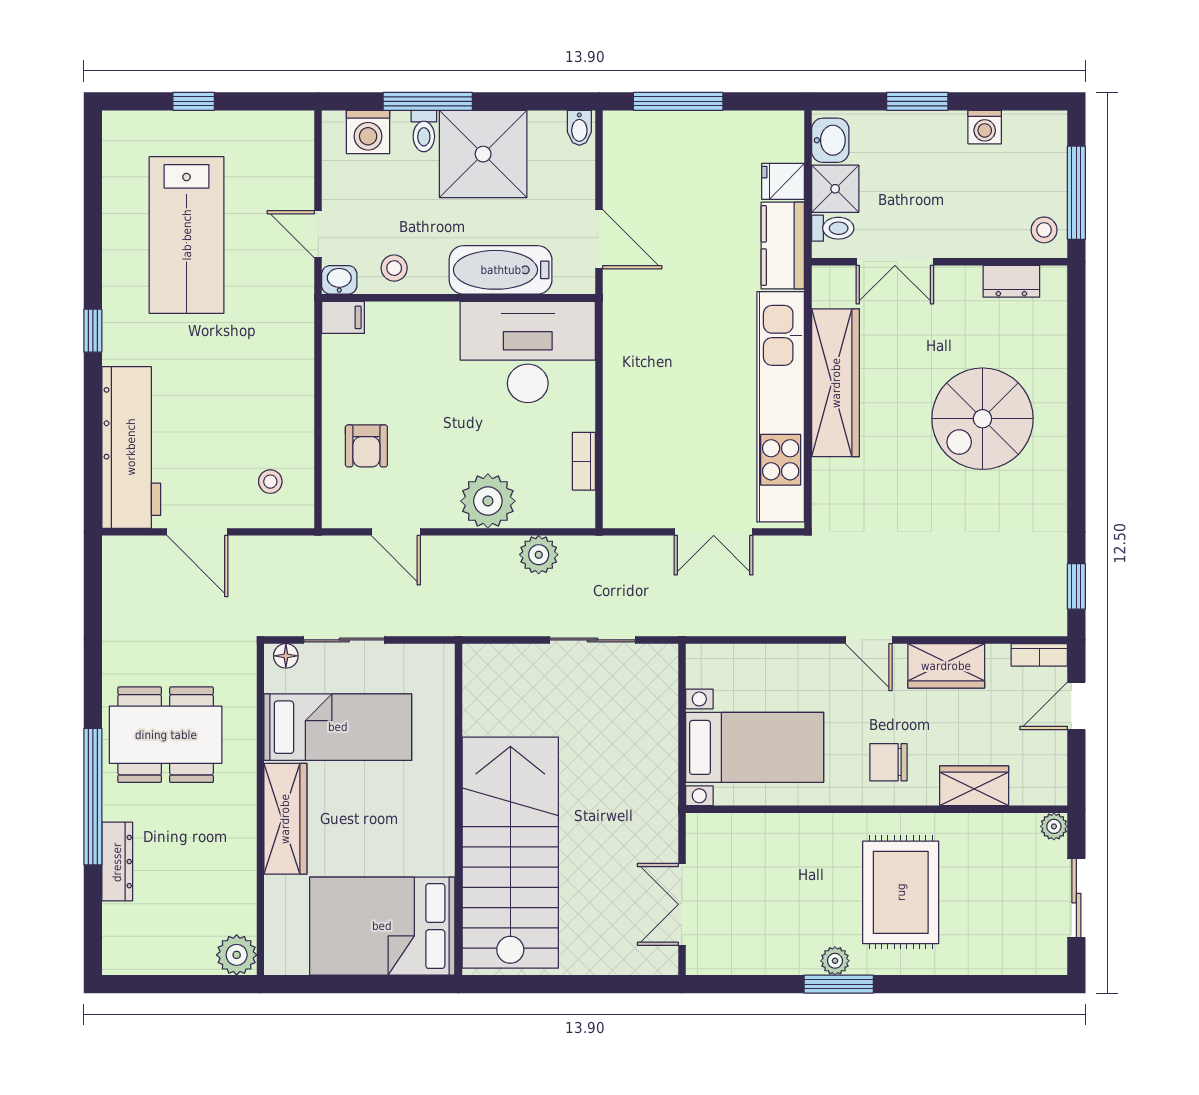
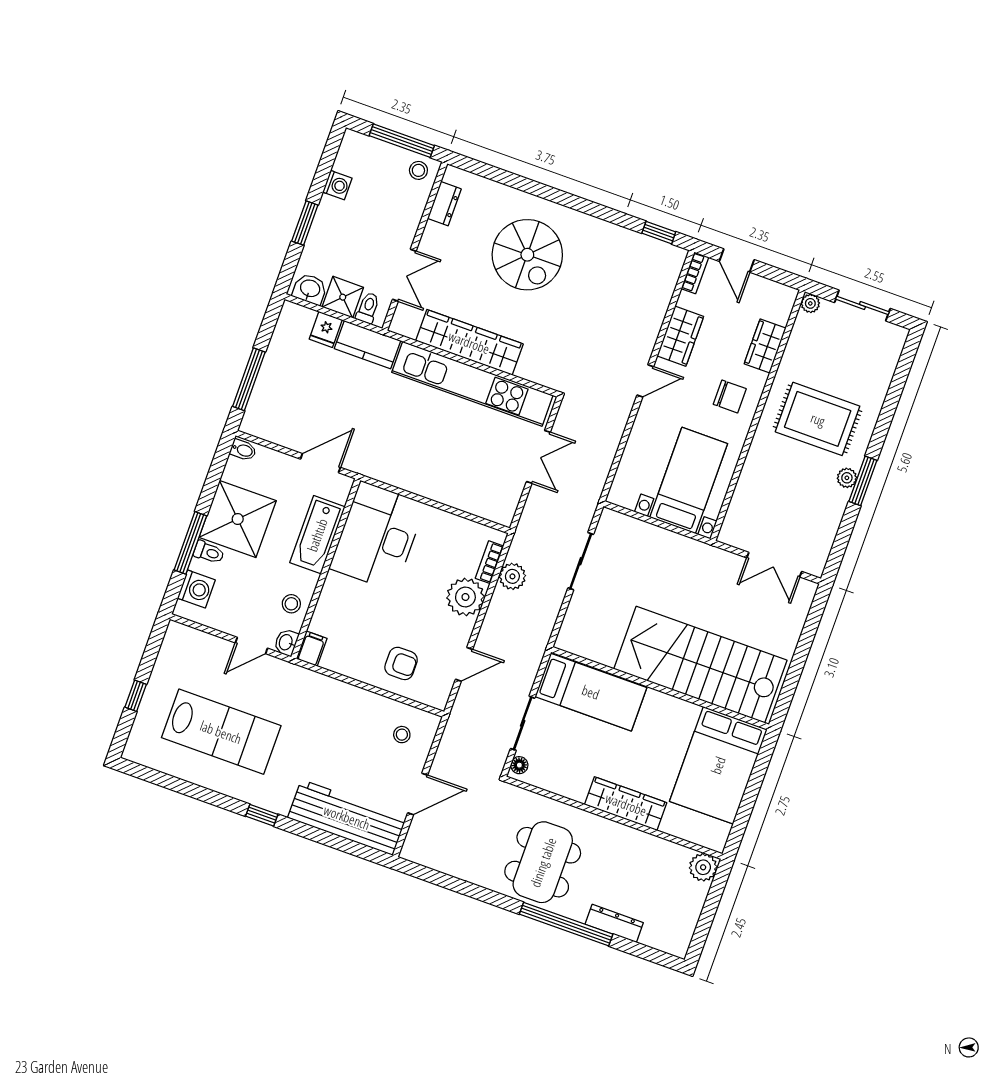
bookcase: (584, 461) -> (490, 562), moved, turned 90
bed: (338, 727) -> (591, 692), moved, turned 90
chair: (888, 762) -> (730, 396), turned -90

